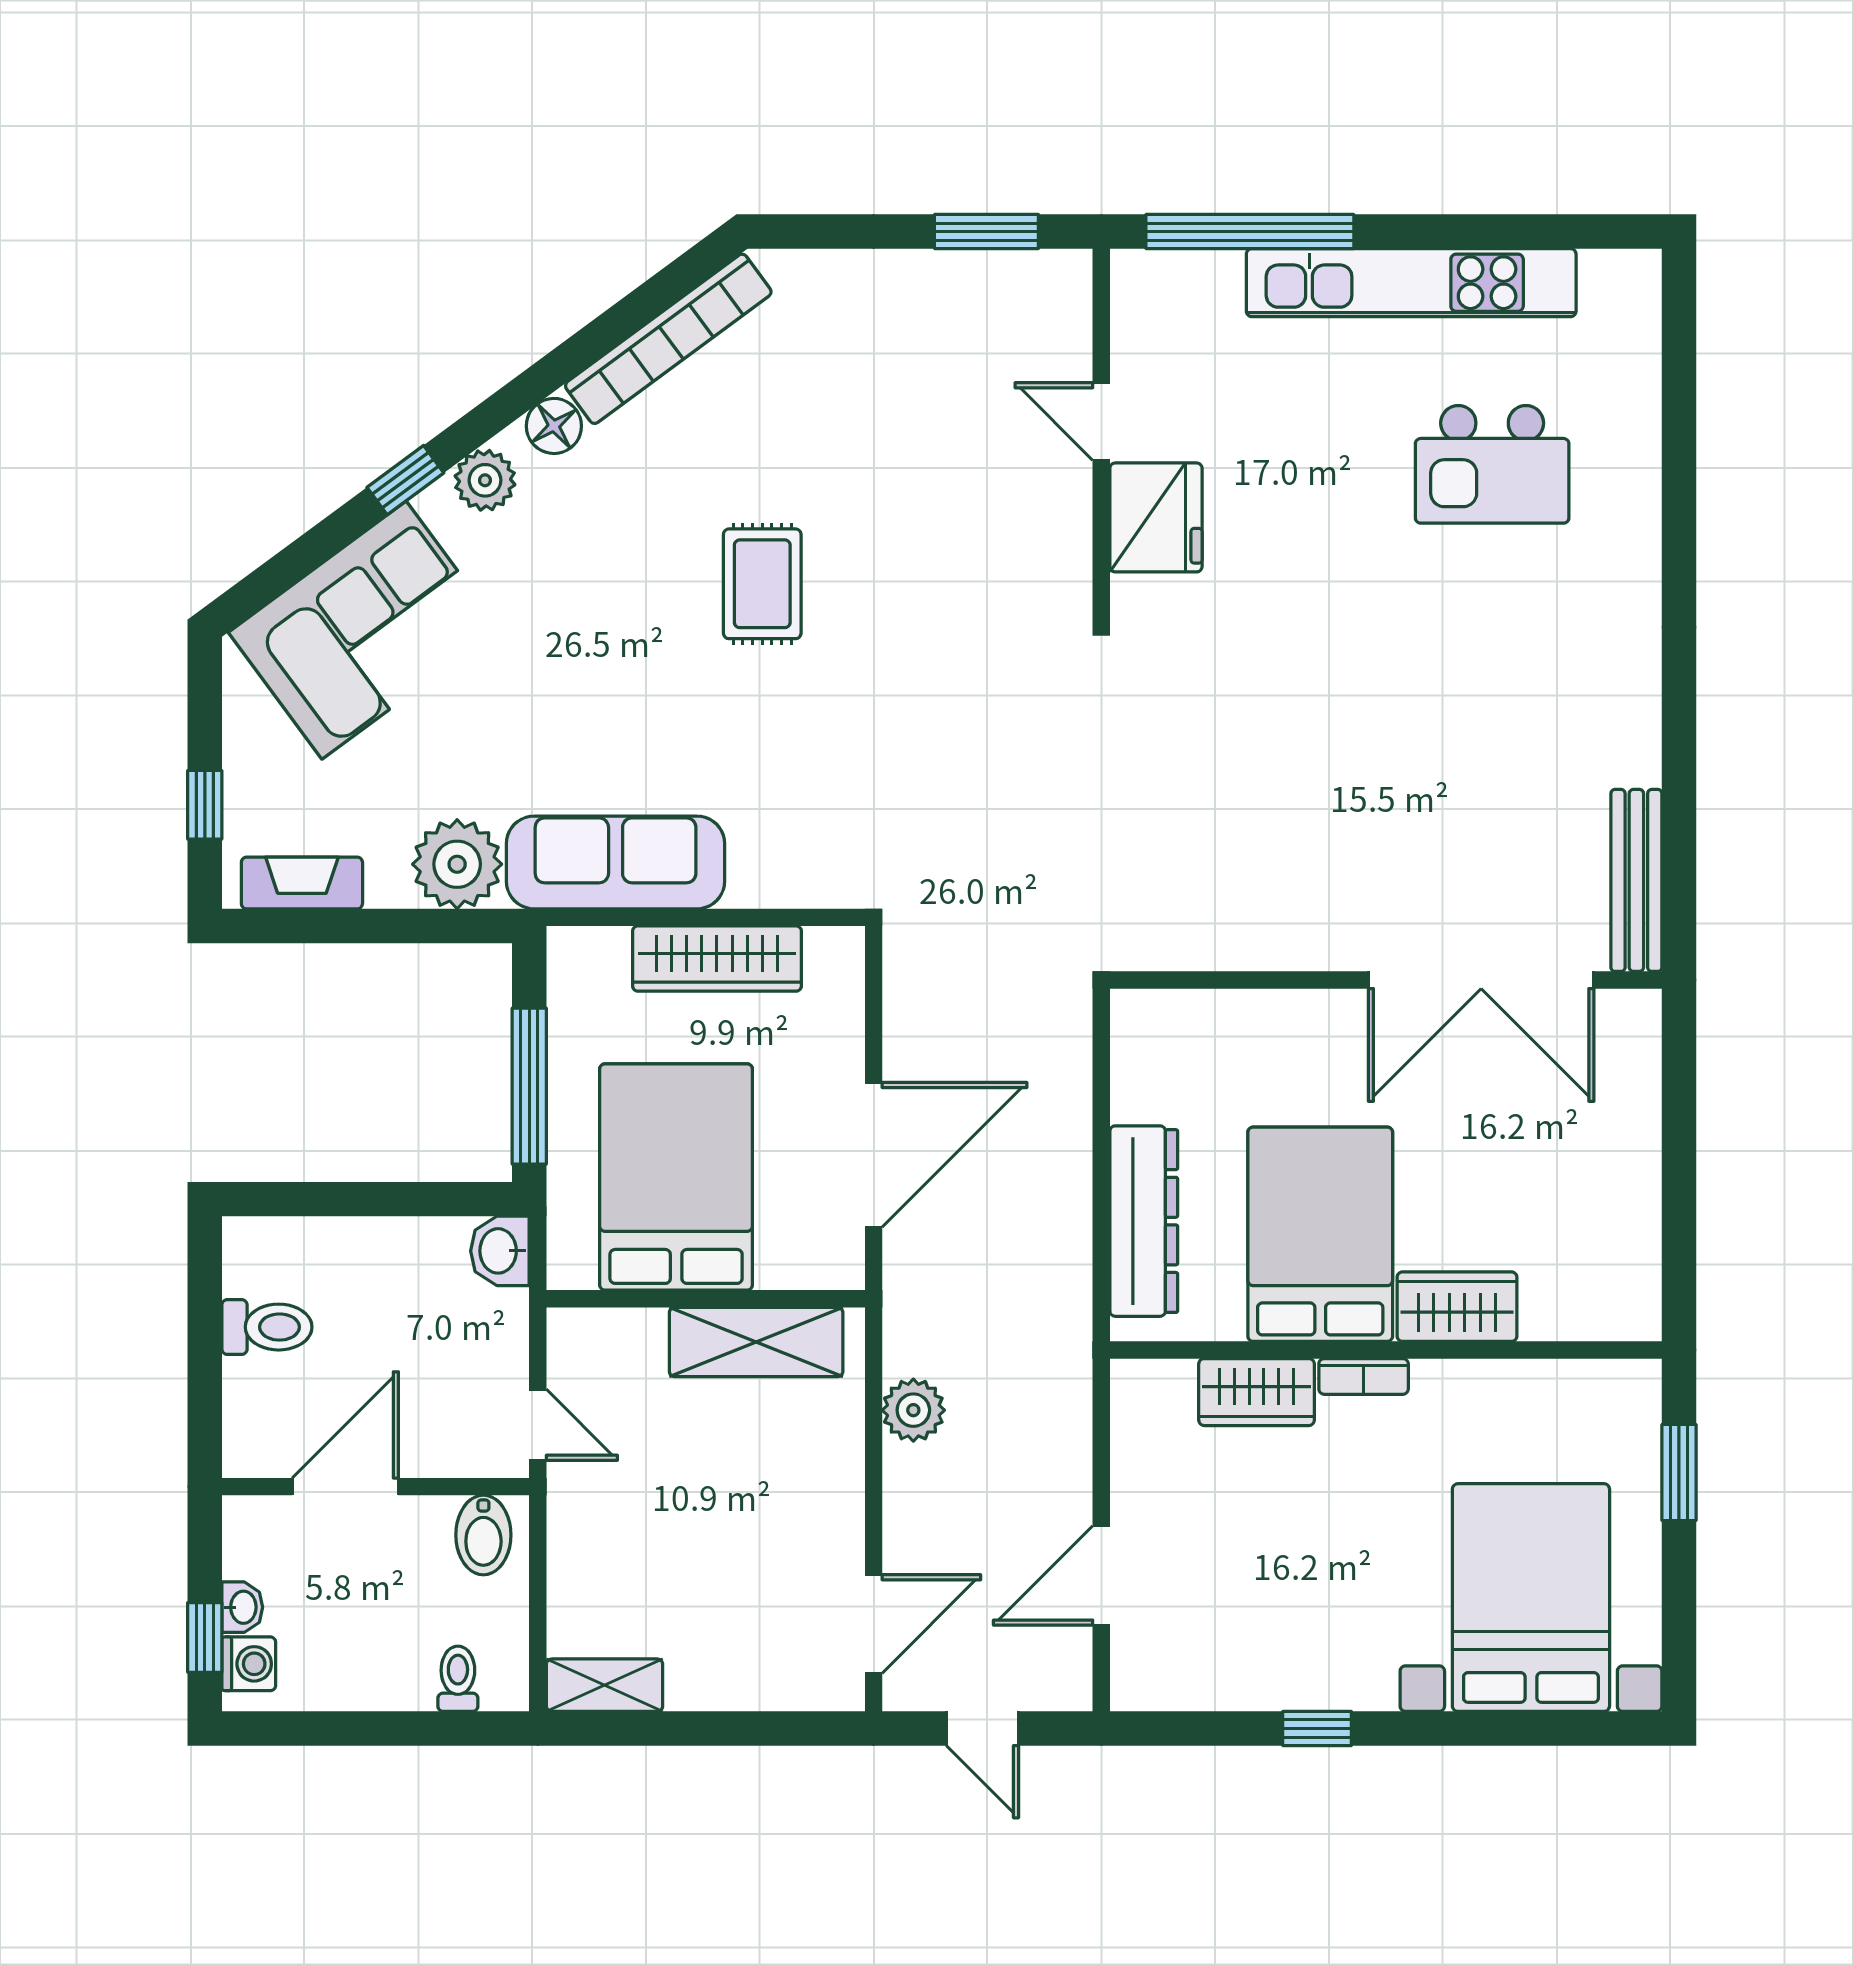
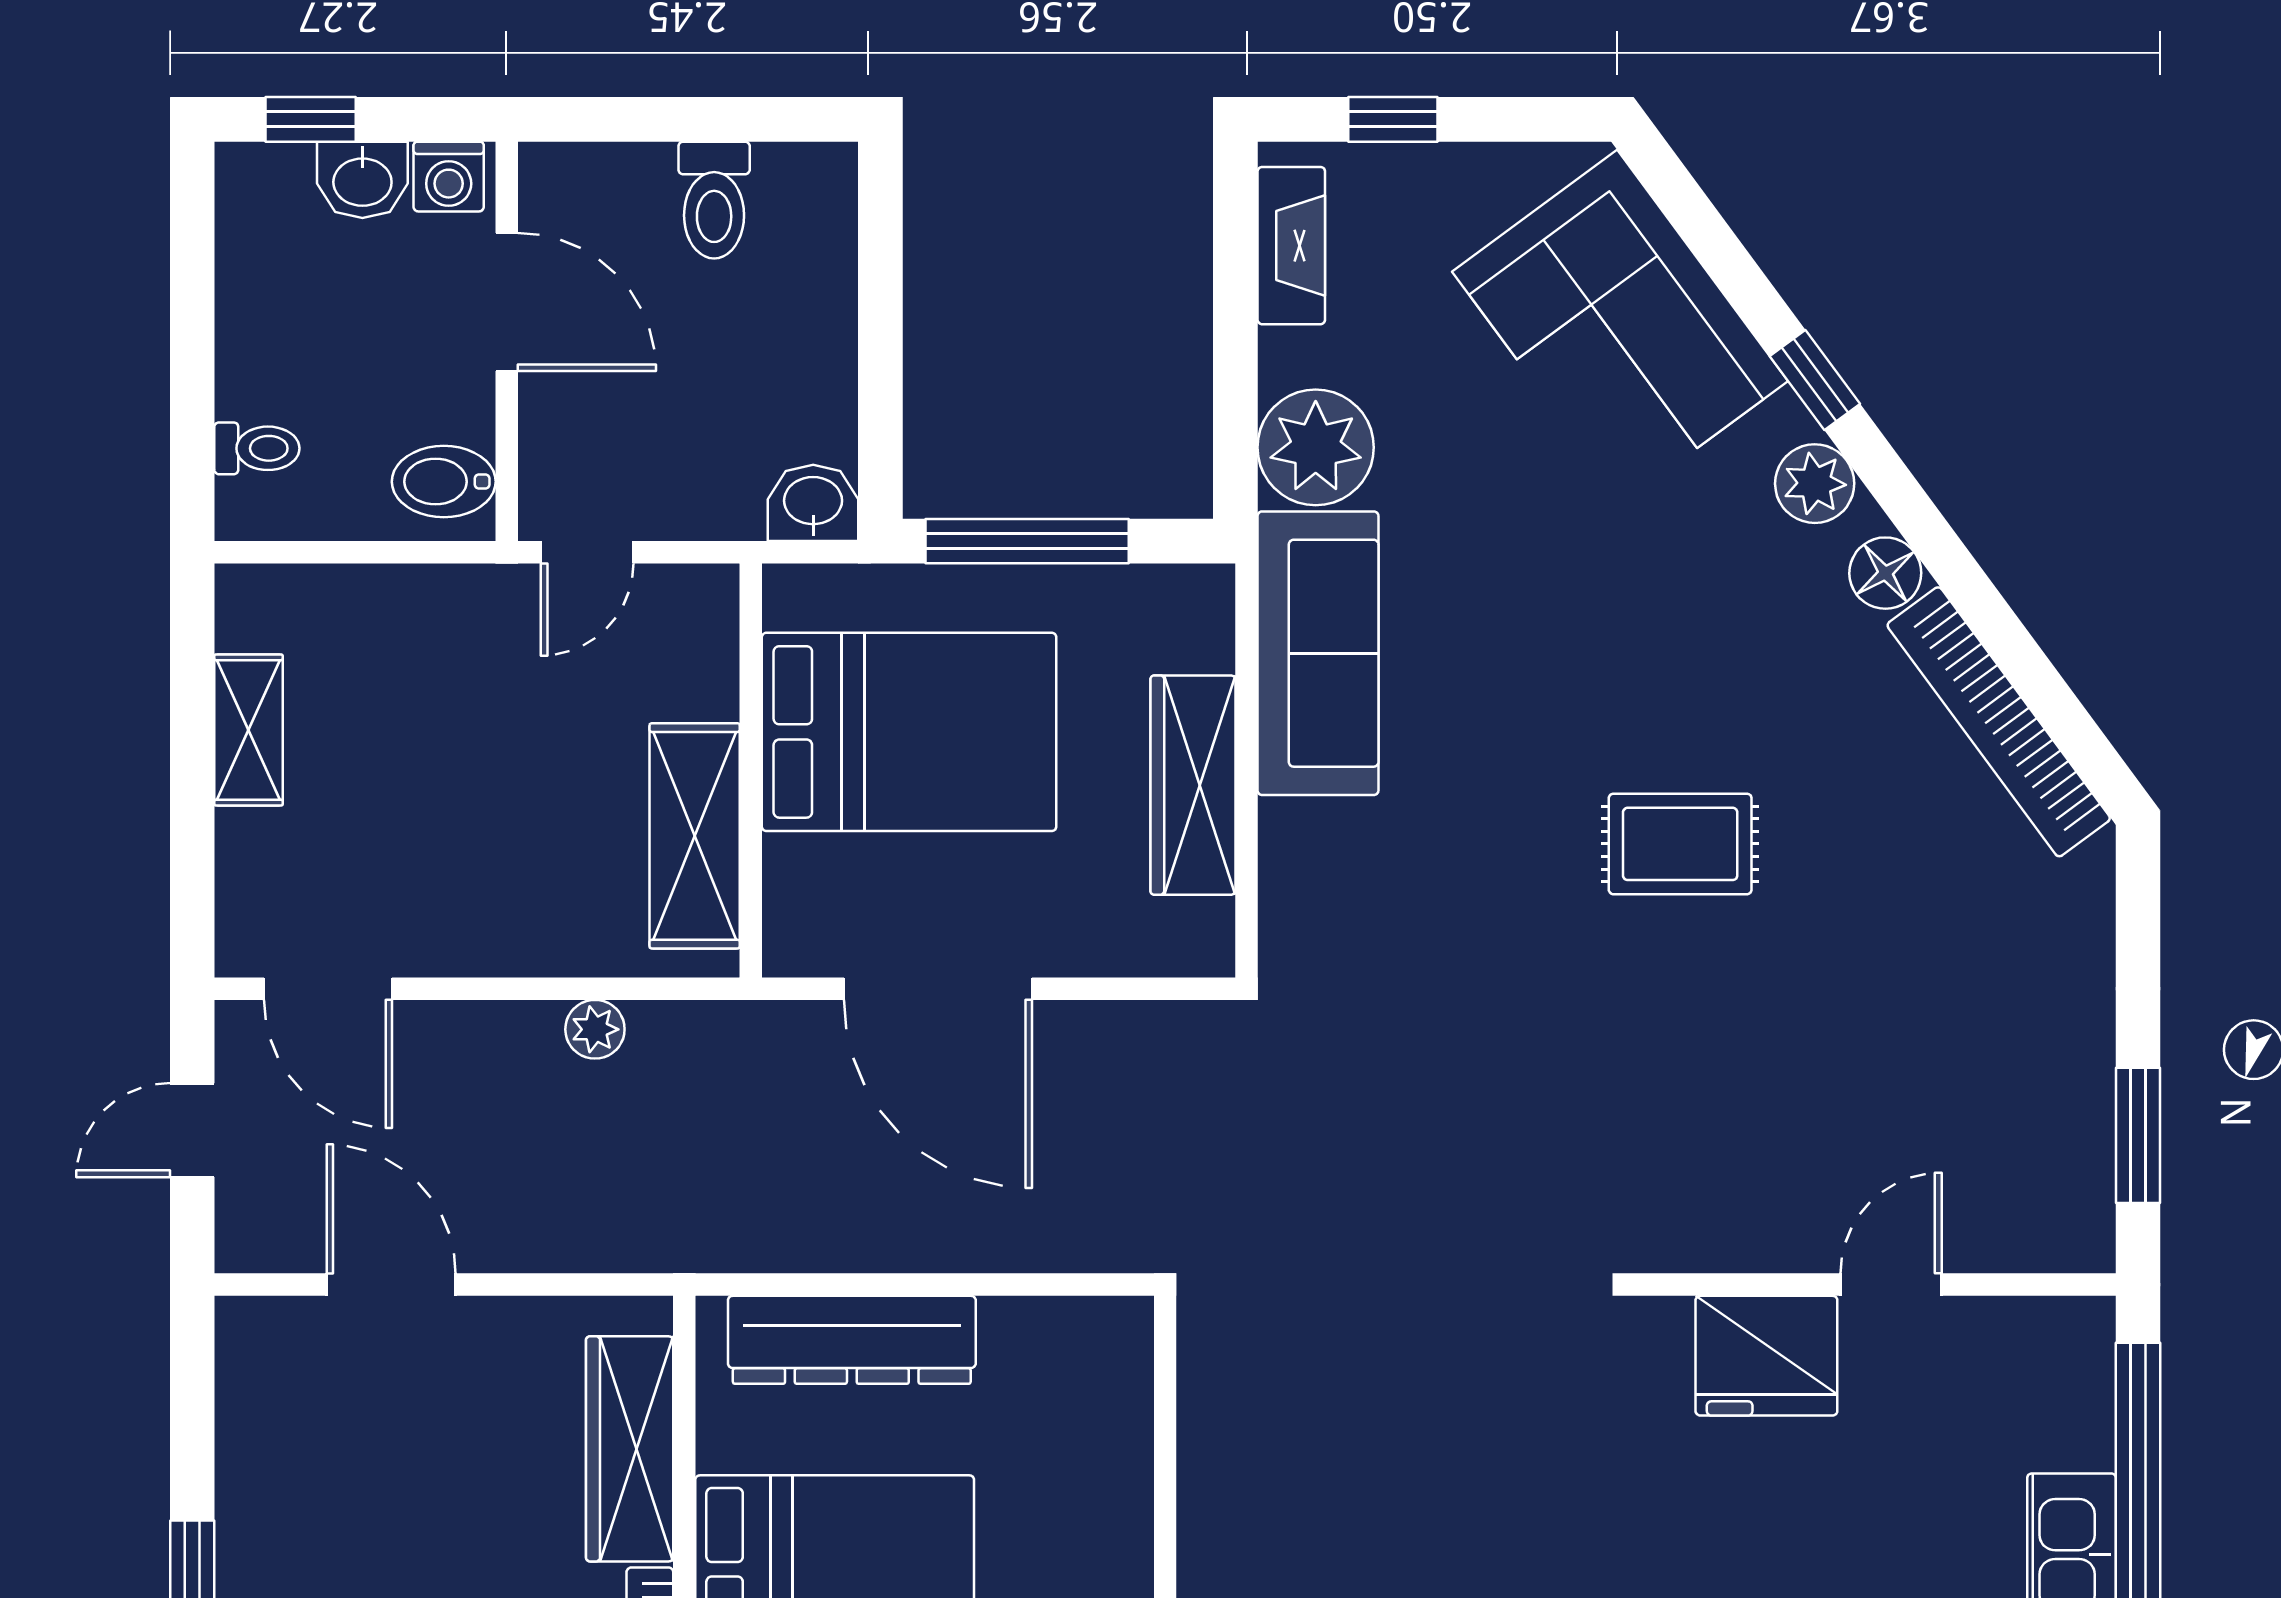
wardrobe: (1257, 1392) -> (630, 1449), width x1.50
plant: (913, 1410) -> (595, 1029), width x0.73, depth x0.73
washbasin: (242, 1607) -> (362, 180), width x1.38, depth x1.45
washing machine: (249, 1664) -> (449, 177), moved
shelving: (605, 1685) -> (249, 730), moved

